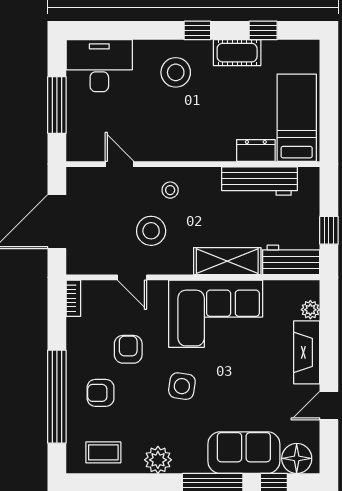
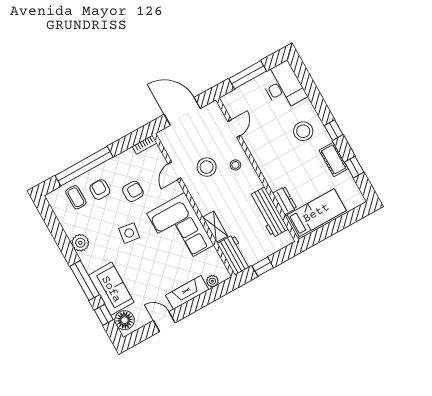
shelving: (227, 261) -> (215, 227), width x0.67, depth x0.75
coffee table: (103, 452) -> (76, 197), moved

